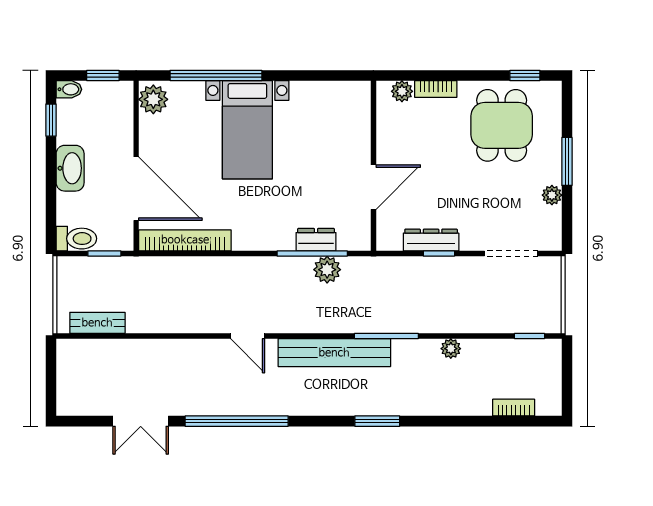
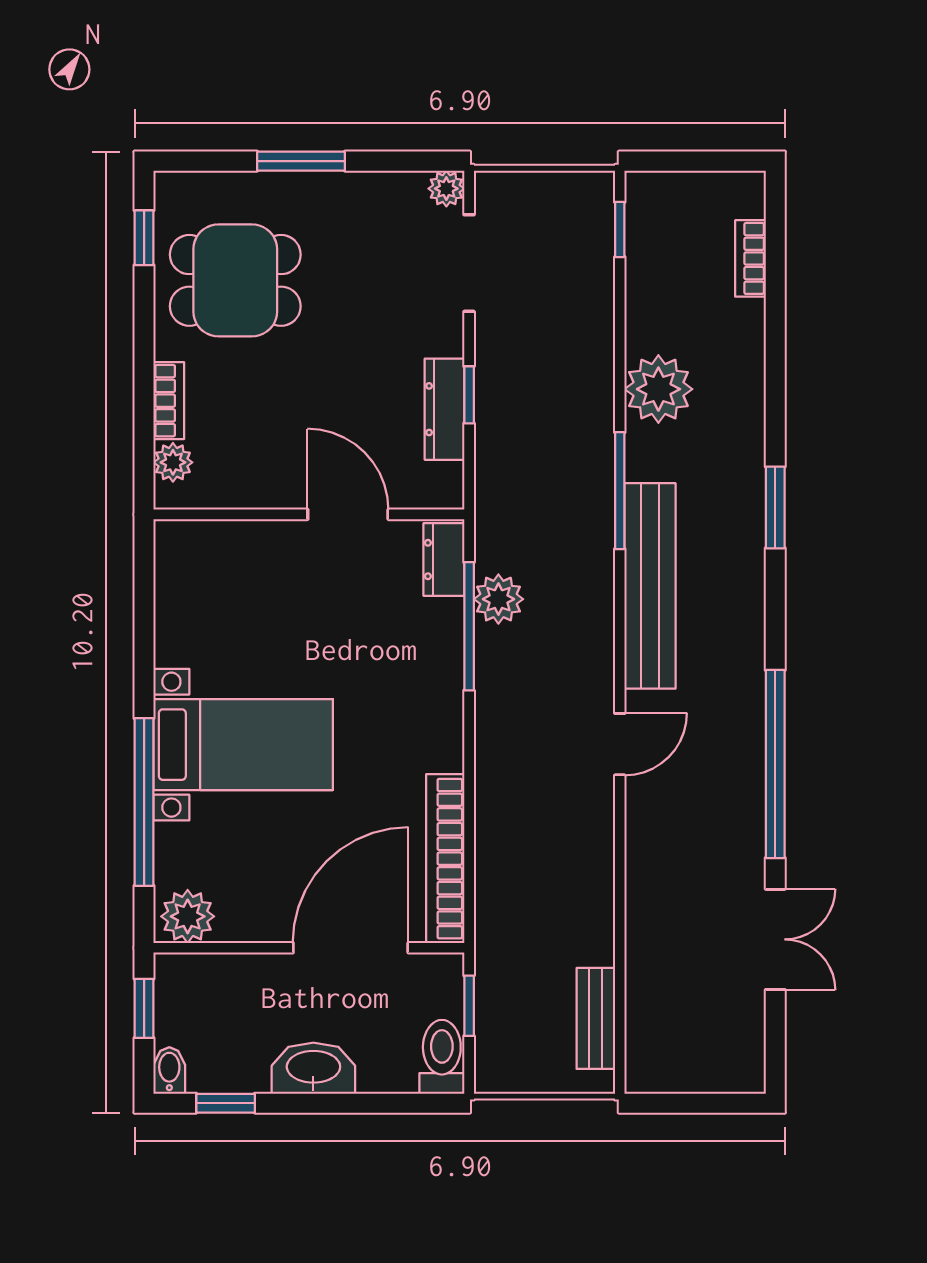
plant: (552, 195) -> (446, 189), moved
dresser: (316, 240) -> (444, 560), moved
plant: (451, 349) -> (658, 389), width x1.88, depth x1.88

